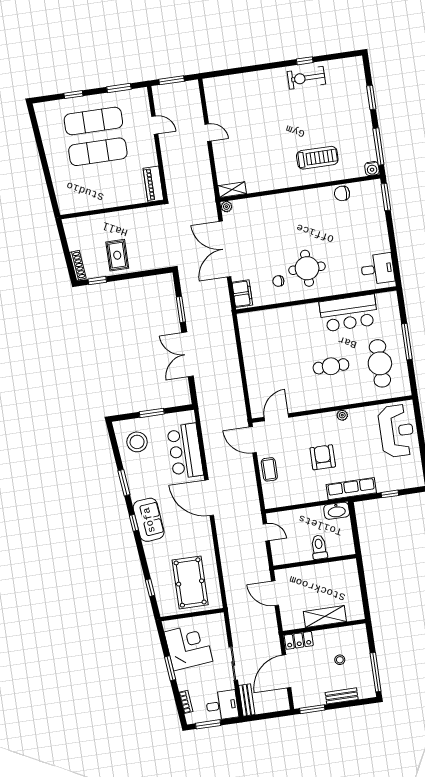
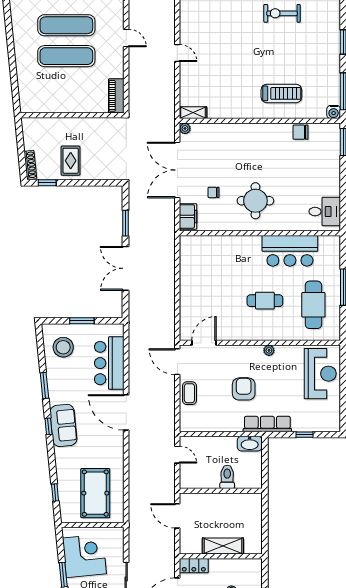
chair: (278, 281) -> (214, 192), moved

